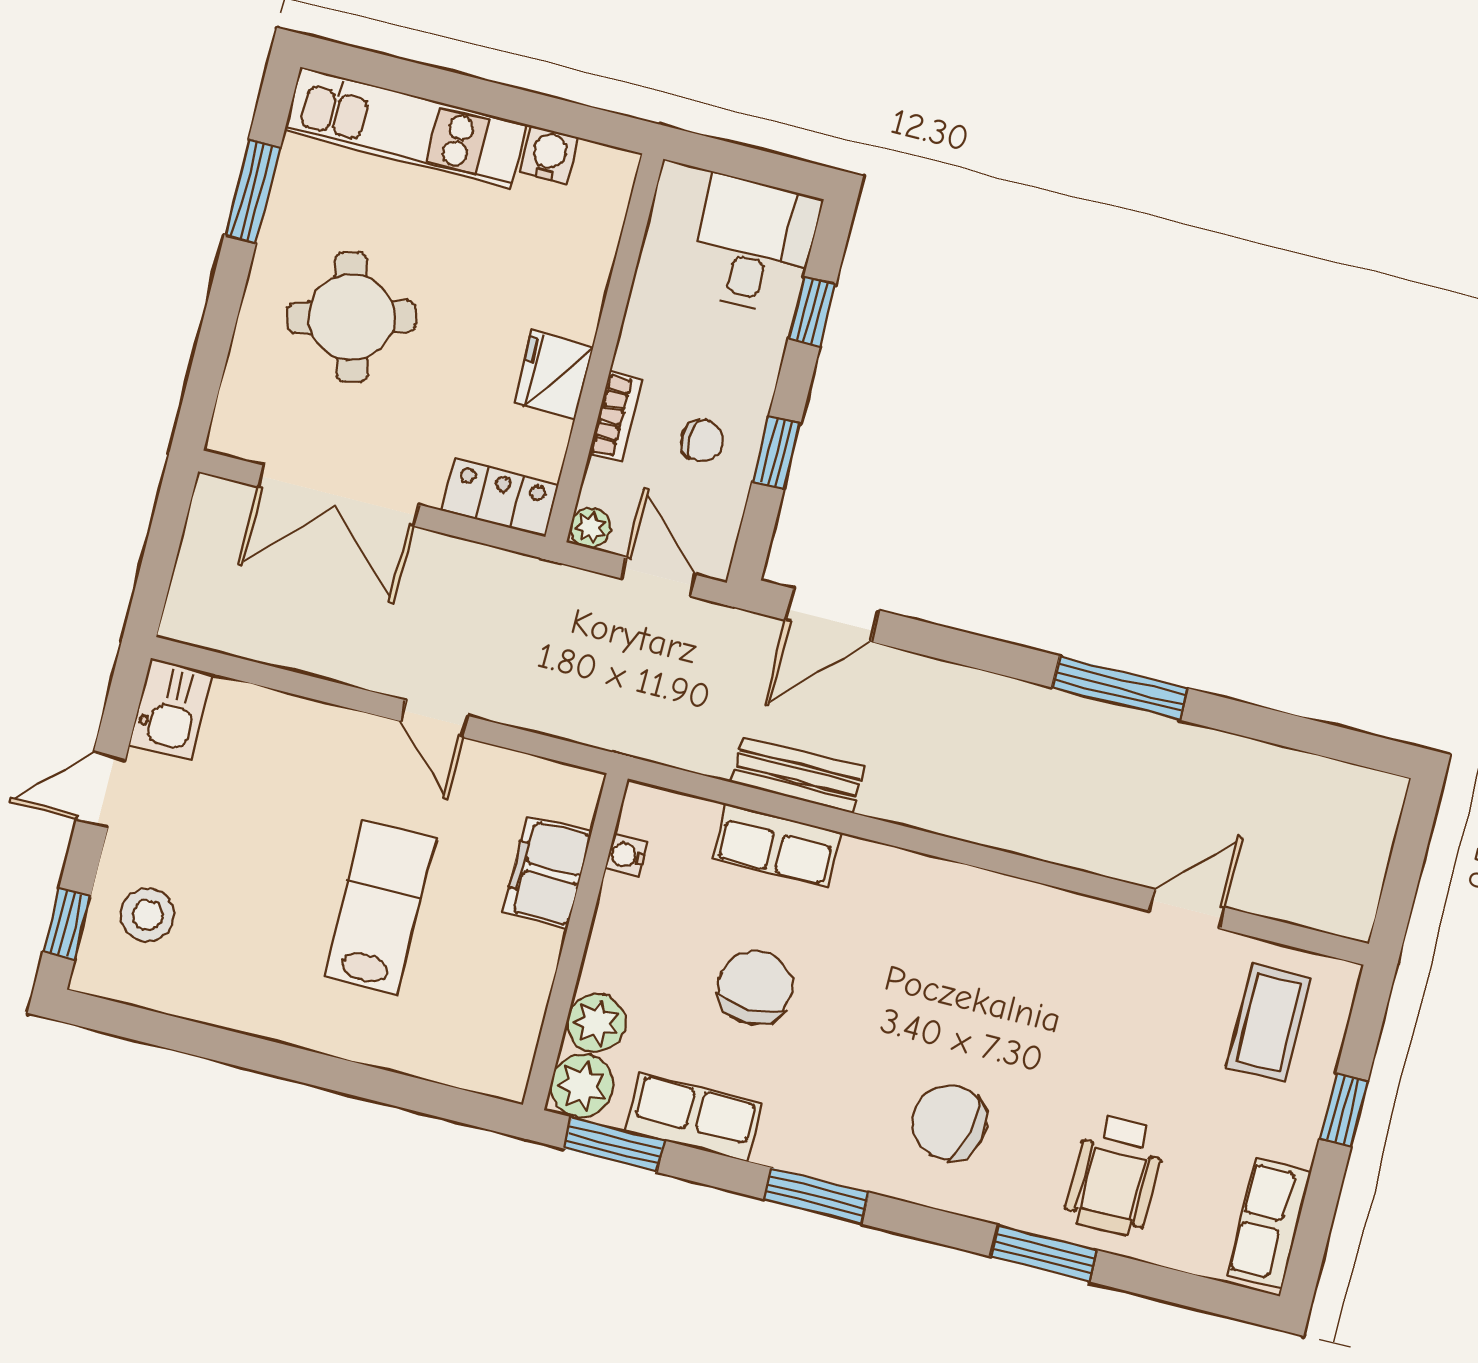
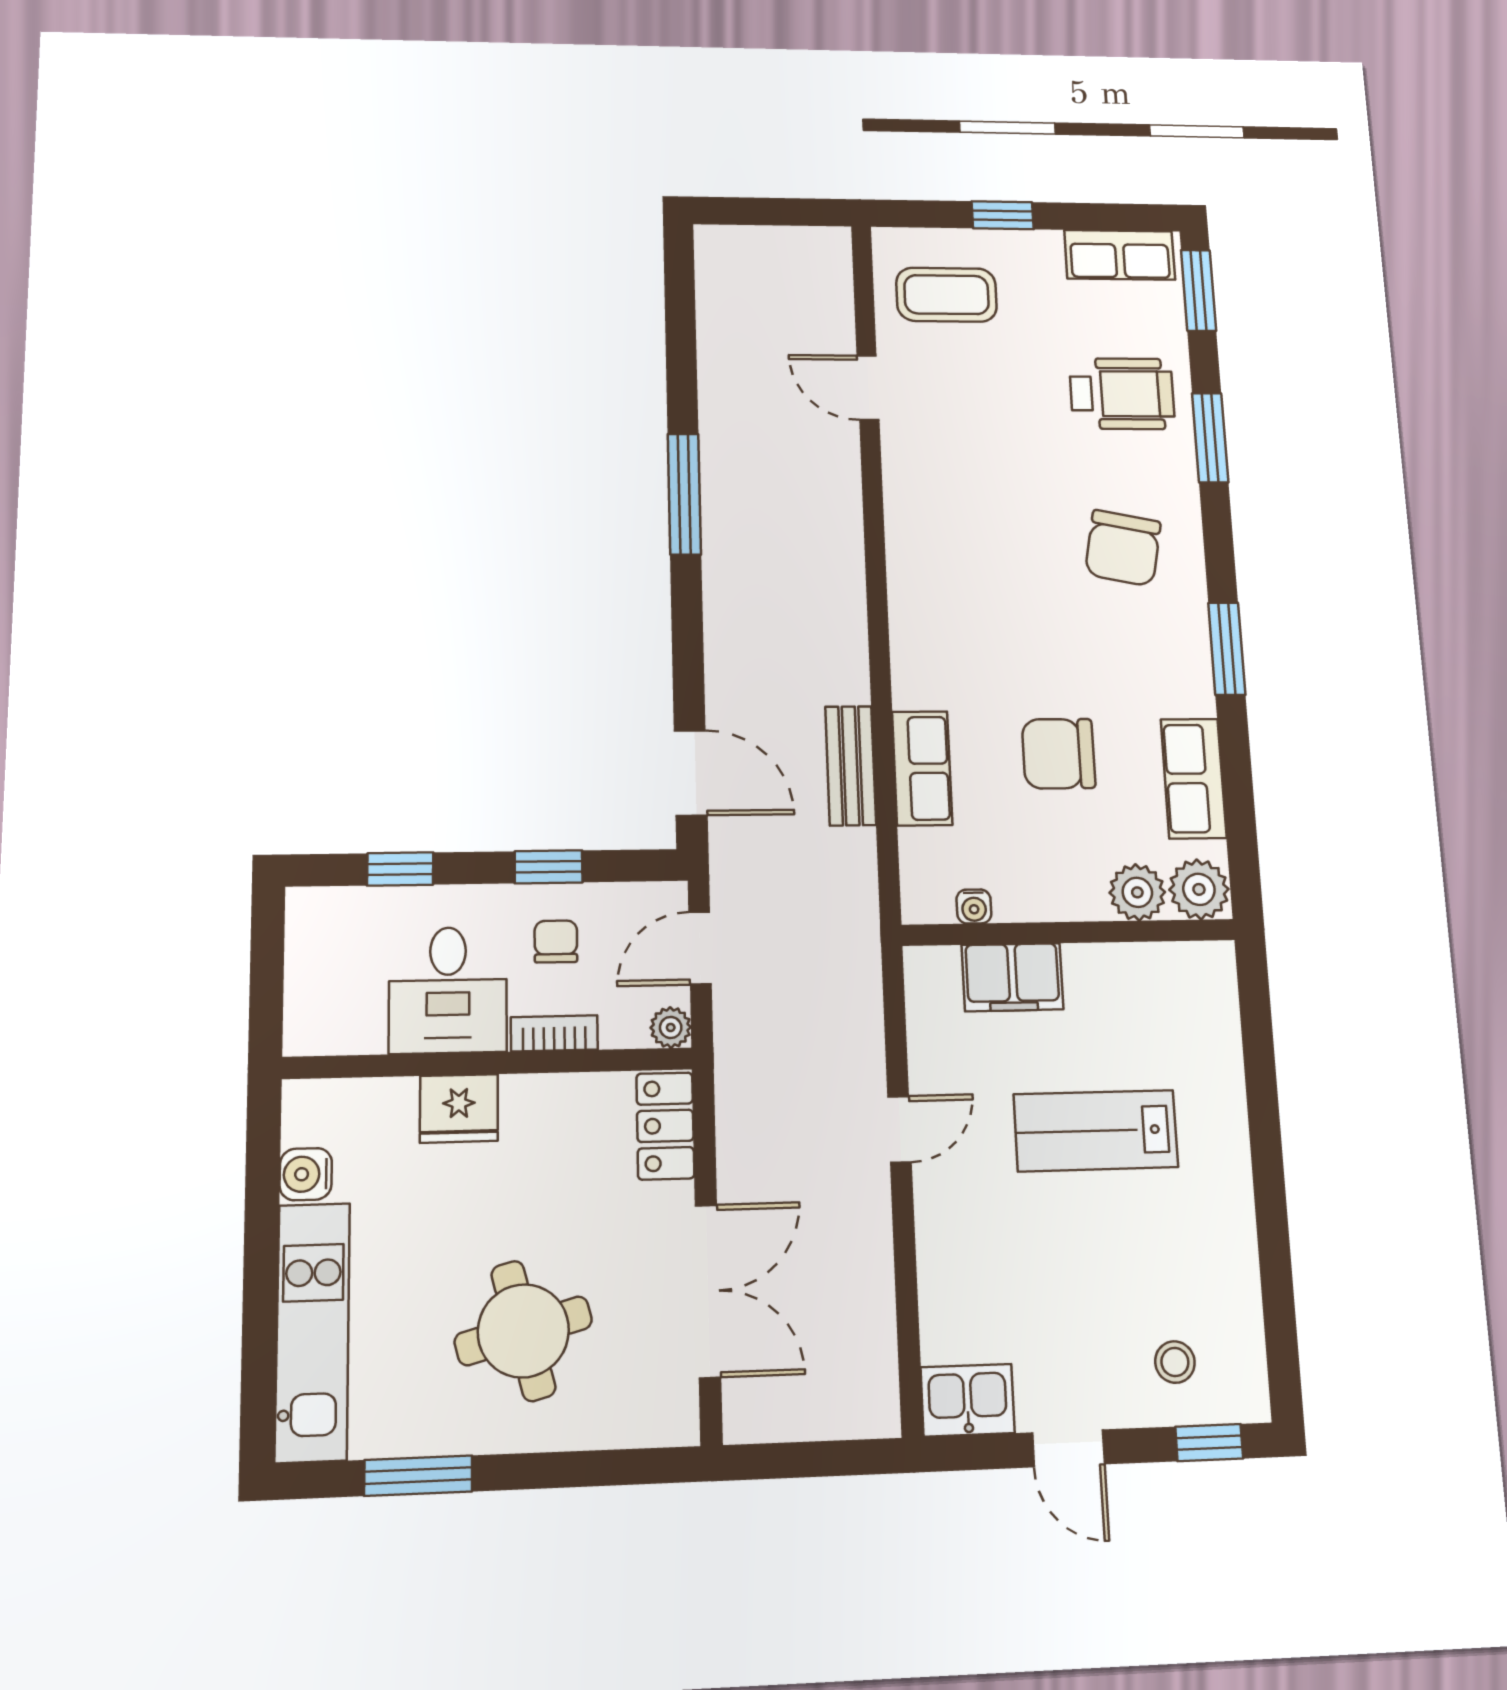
desk: (754, 245) -> (448, 990), moved, turned -90
fridge: (553, 375) -> (459, 1108), moved
stool: (147, 915) -> (1175, 1362), width x0.73, depth x0.73
window: (614, 1145) -> (1199, 290), moved

